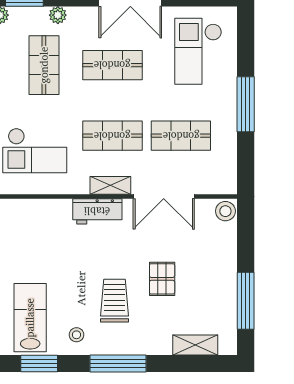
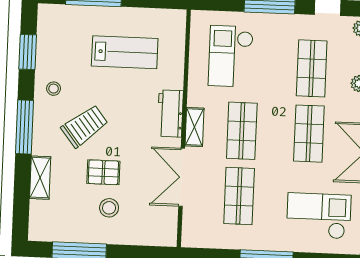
shop shelf: (44, 65) -> (312, 68), turned 90
stool: (225, 211) -> (109, 208), moved
trolley: (115, 301) -> (85, 126), turned -38
lab bench: (30, 318) -> (125, 52), moved
shelving: (195, 345) -> (40, 178), moved

